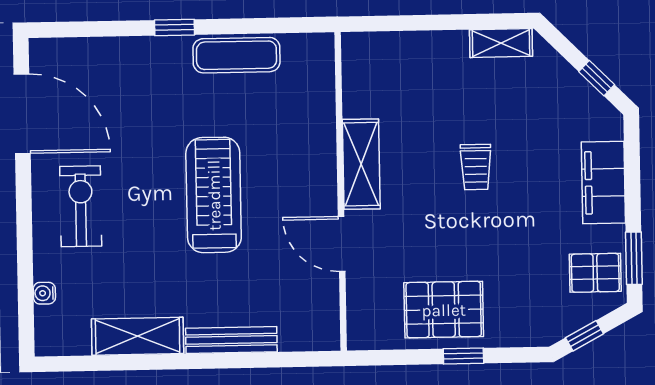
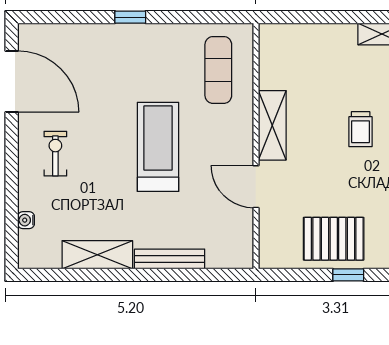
exercise mat: (236, 55) -> (218, 70), moved, turned 90
exercise bike: (81, 206) -> (55, 154), width x0.73, depth x0.72

